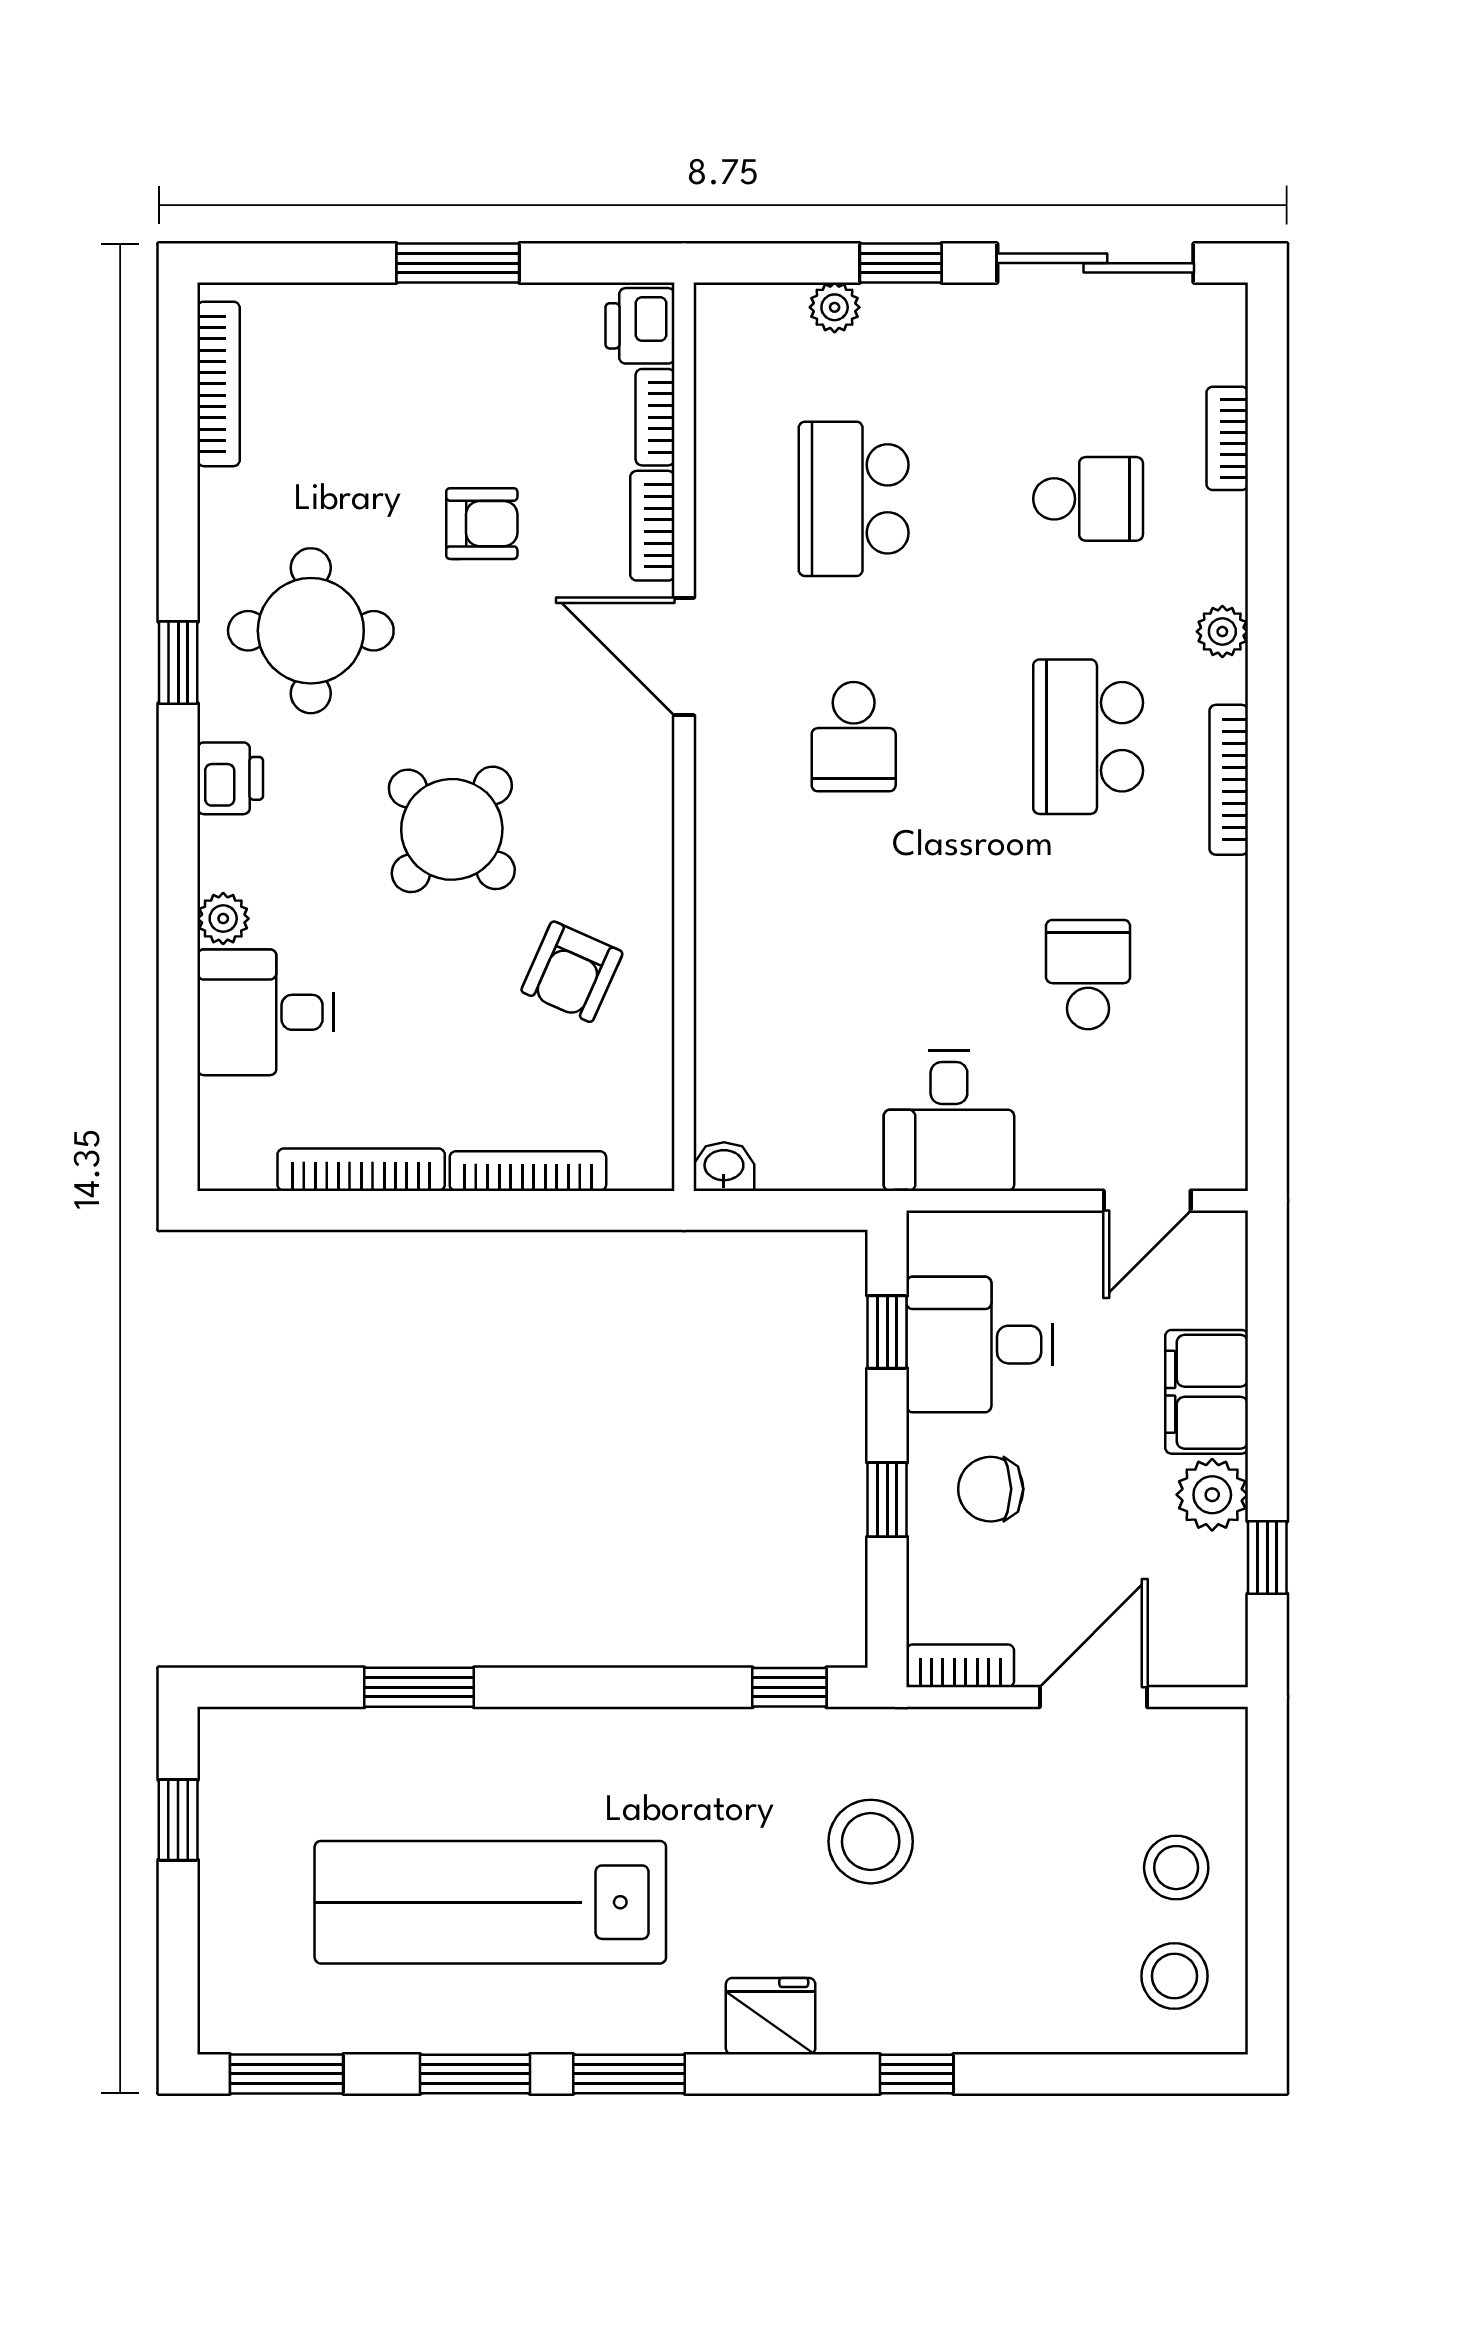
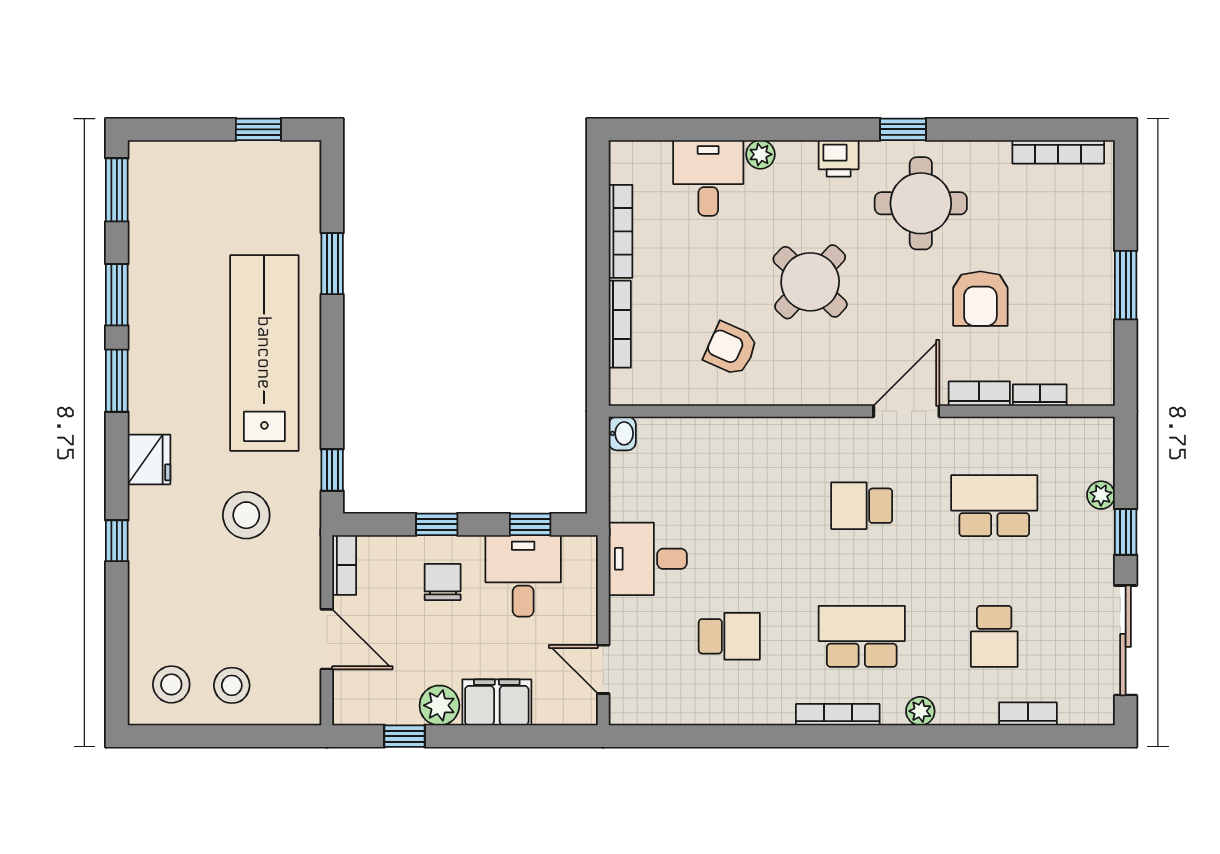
printer: (640, 326) -> (1091, 387), removed
armchair: (482, 524) -> (980, 299), width x1.38, depth x1.38
lab bench: (490, 1902) -> (264, 353), moved

